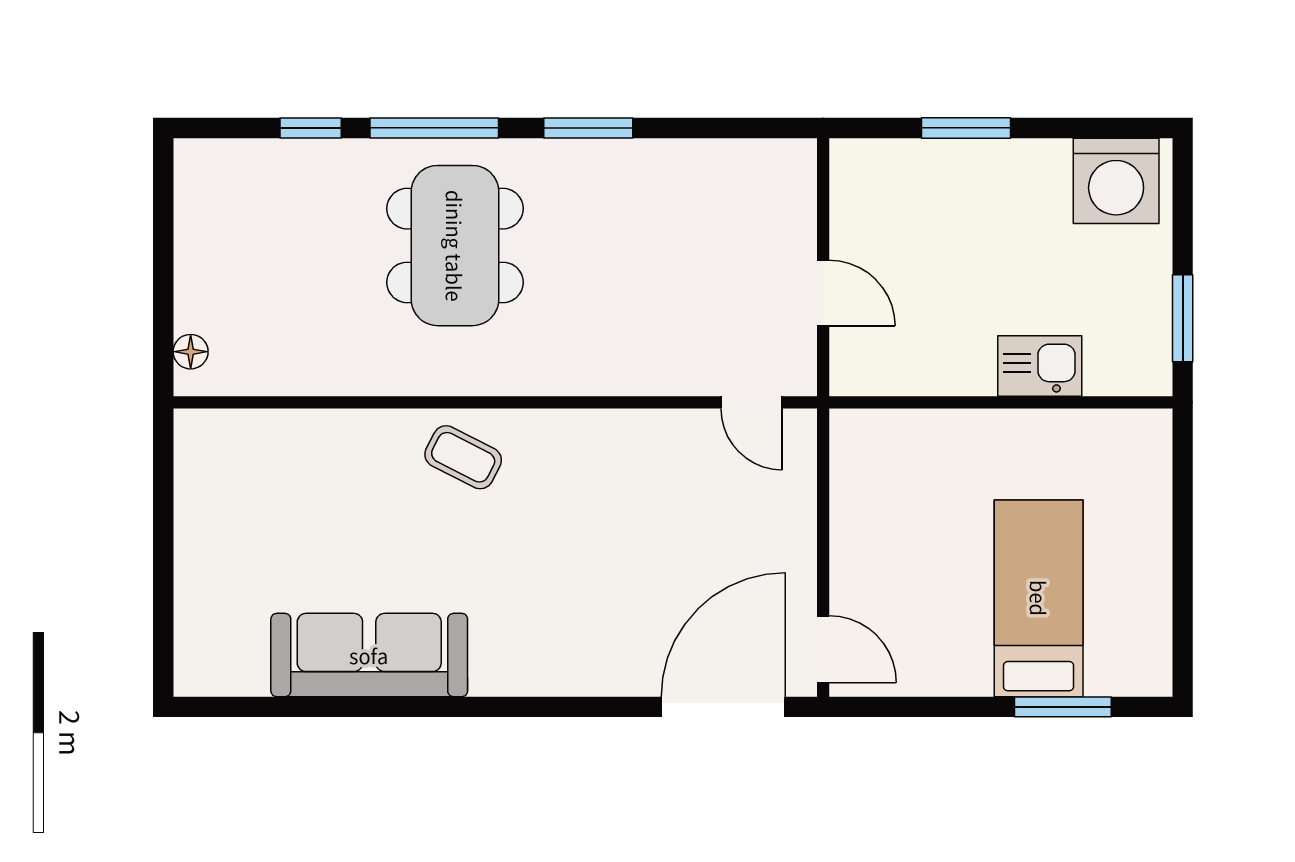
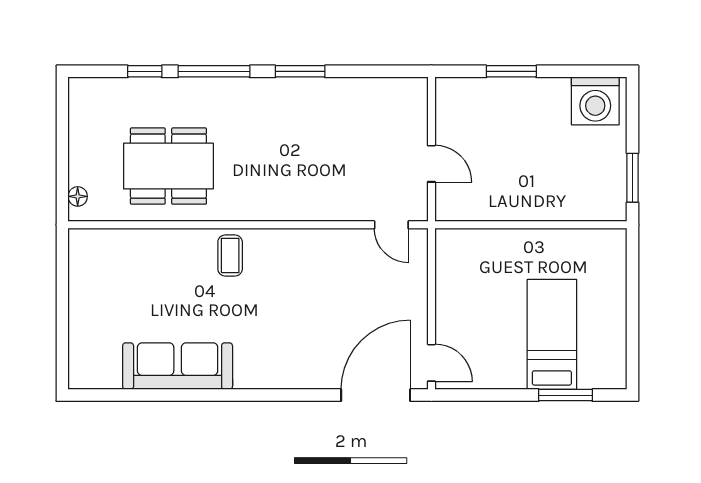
dining table: (455, 246) -> (168, 166), moved, turned 90
kitchen sink: (1040, 366) -> (553, 204), removed
coffee table: (463, 457) -> (230, 256), turned 63

